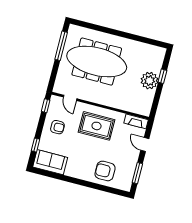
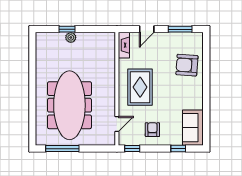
plant: (149, 81) -> (71, 37), width x0.53, depth x0.53
armchair: (105, 171) -> (187, 65), turned 94

